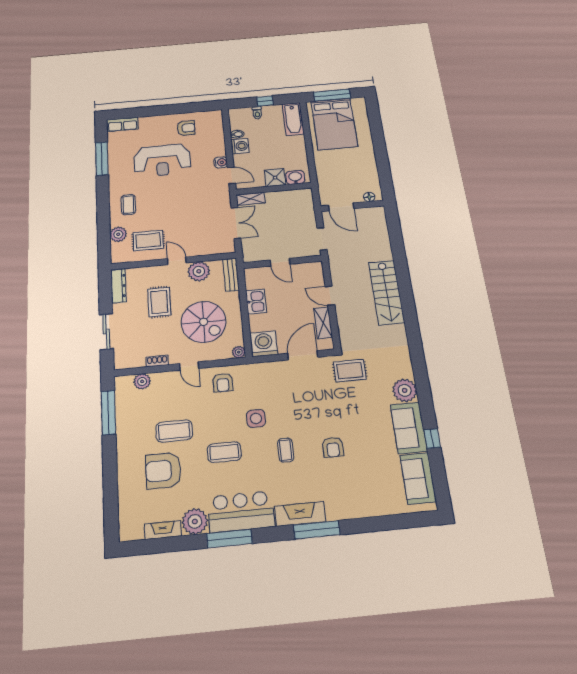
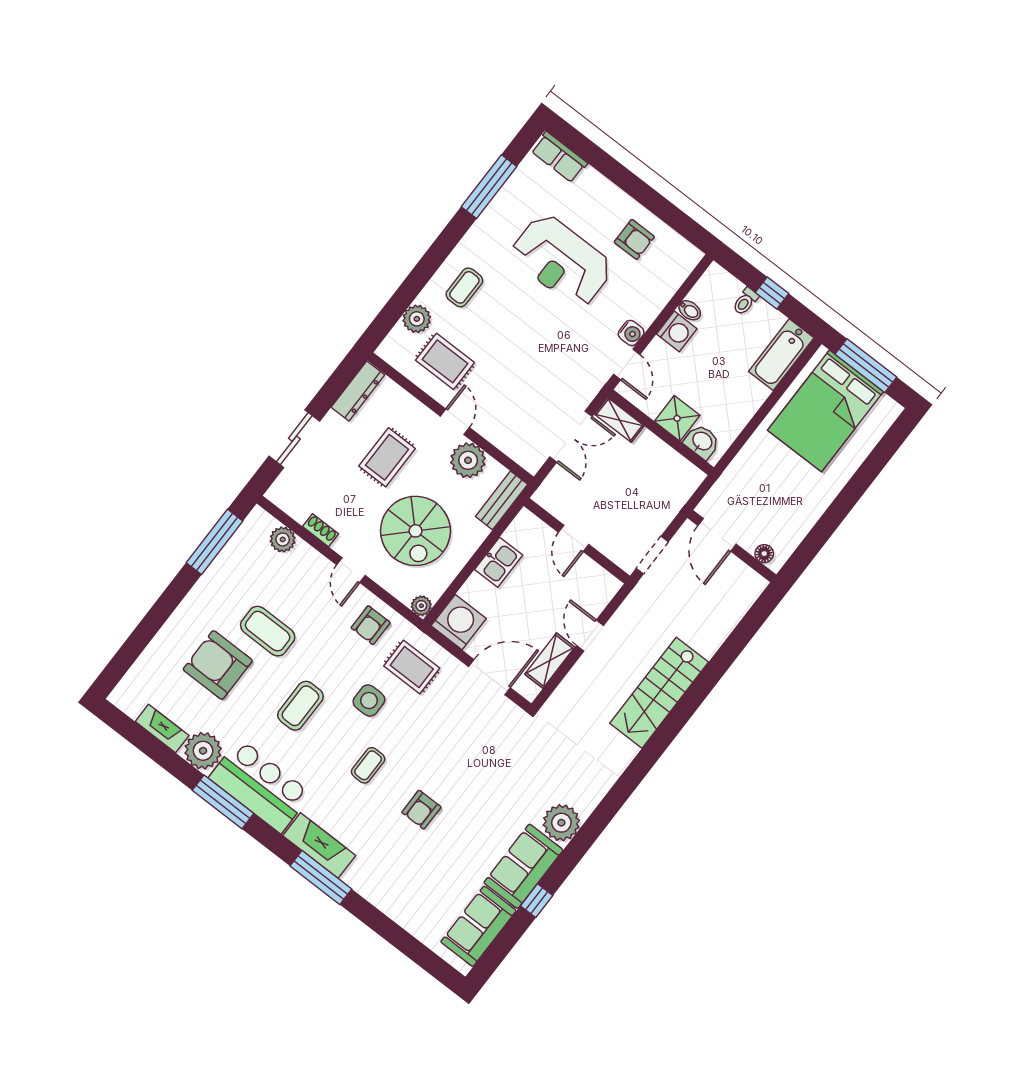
rug: (350, 371) -> (412, 667), moved
coffee table: (224, 452) -> (300, 706), turned 90

